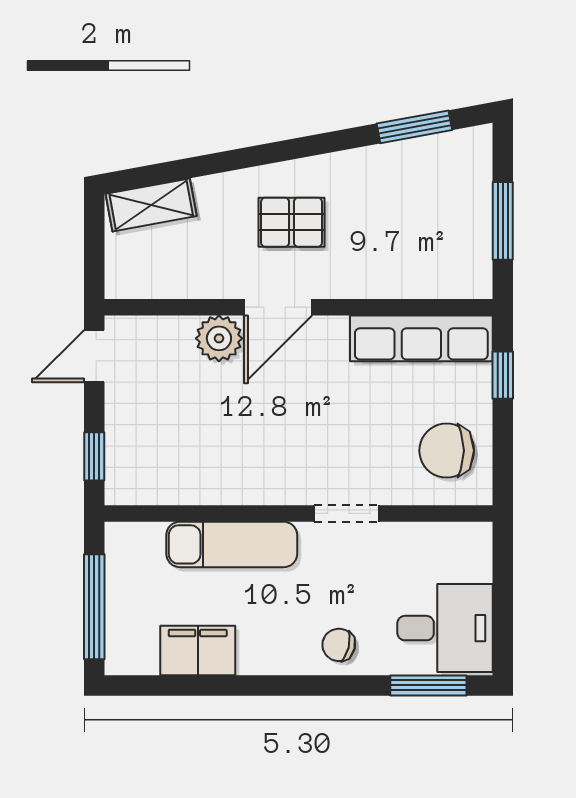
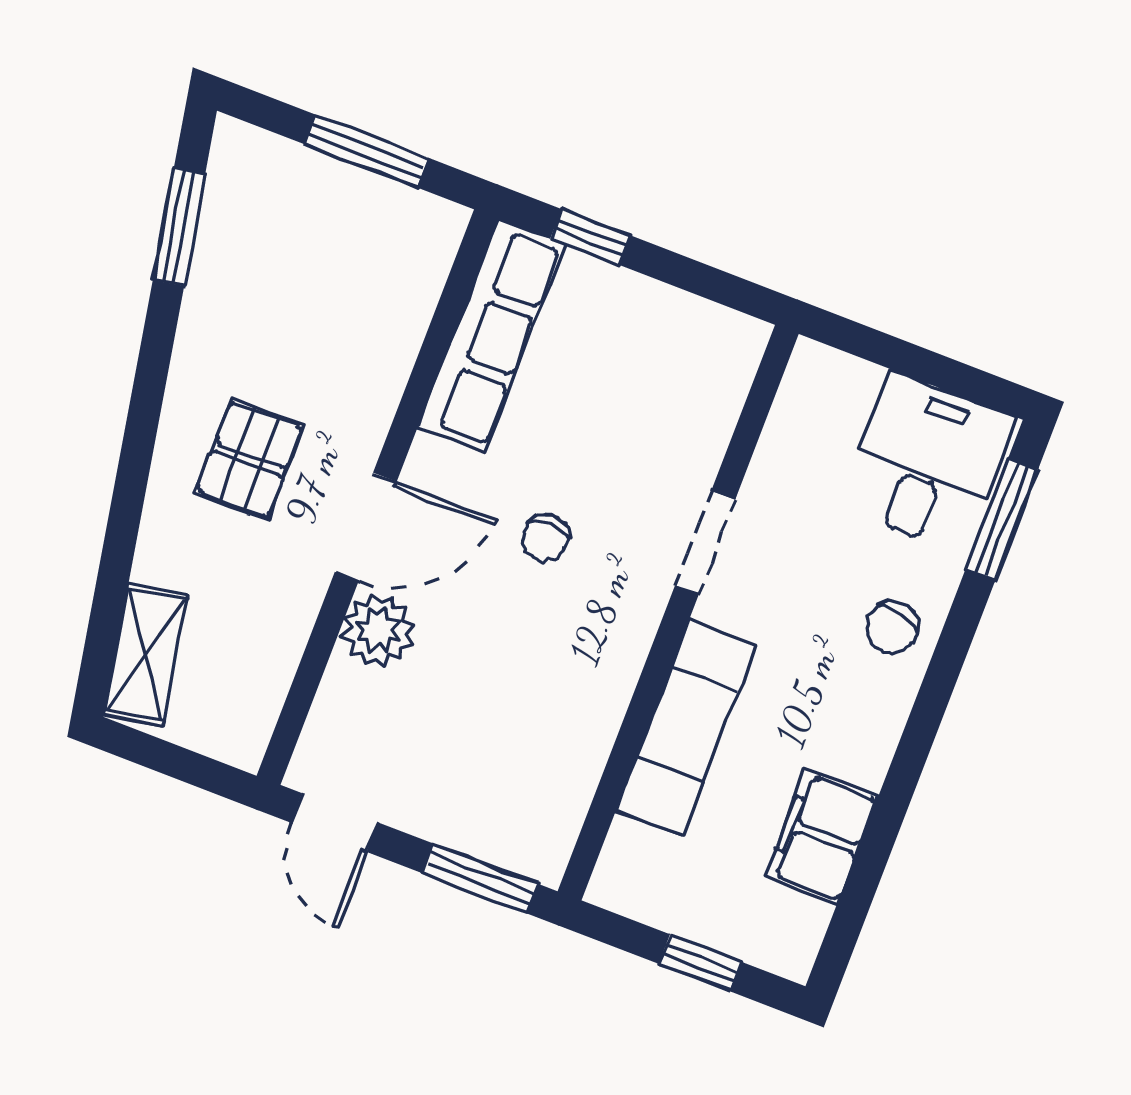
door: (278, 307) -> (366, 527), hinge flipped
chair: (447, 451) -> (545, 538), moved, width x0.54, depth x0.54
window: (94, 456) -> (481, 879), width x1.50
window: (94, 607) -> (700, 963), width x0.46

